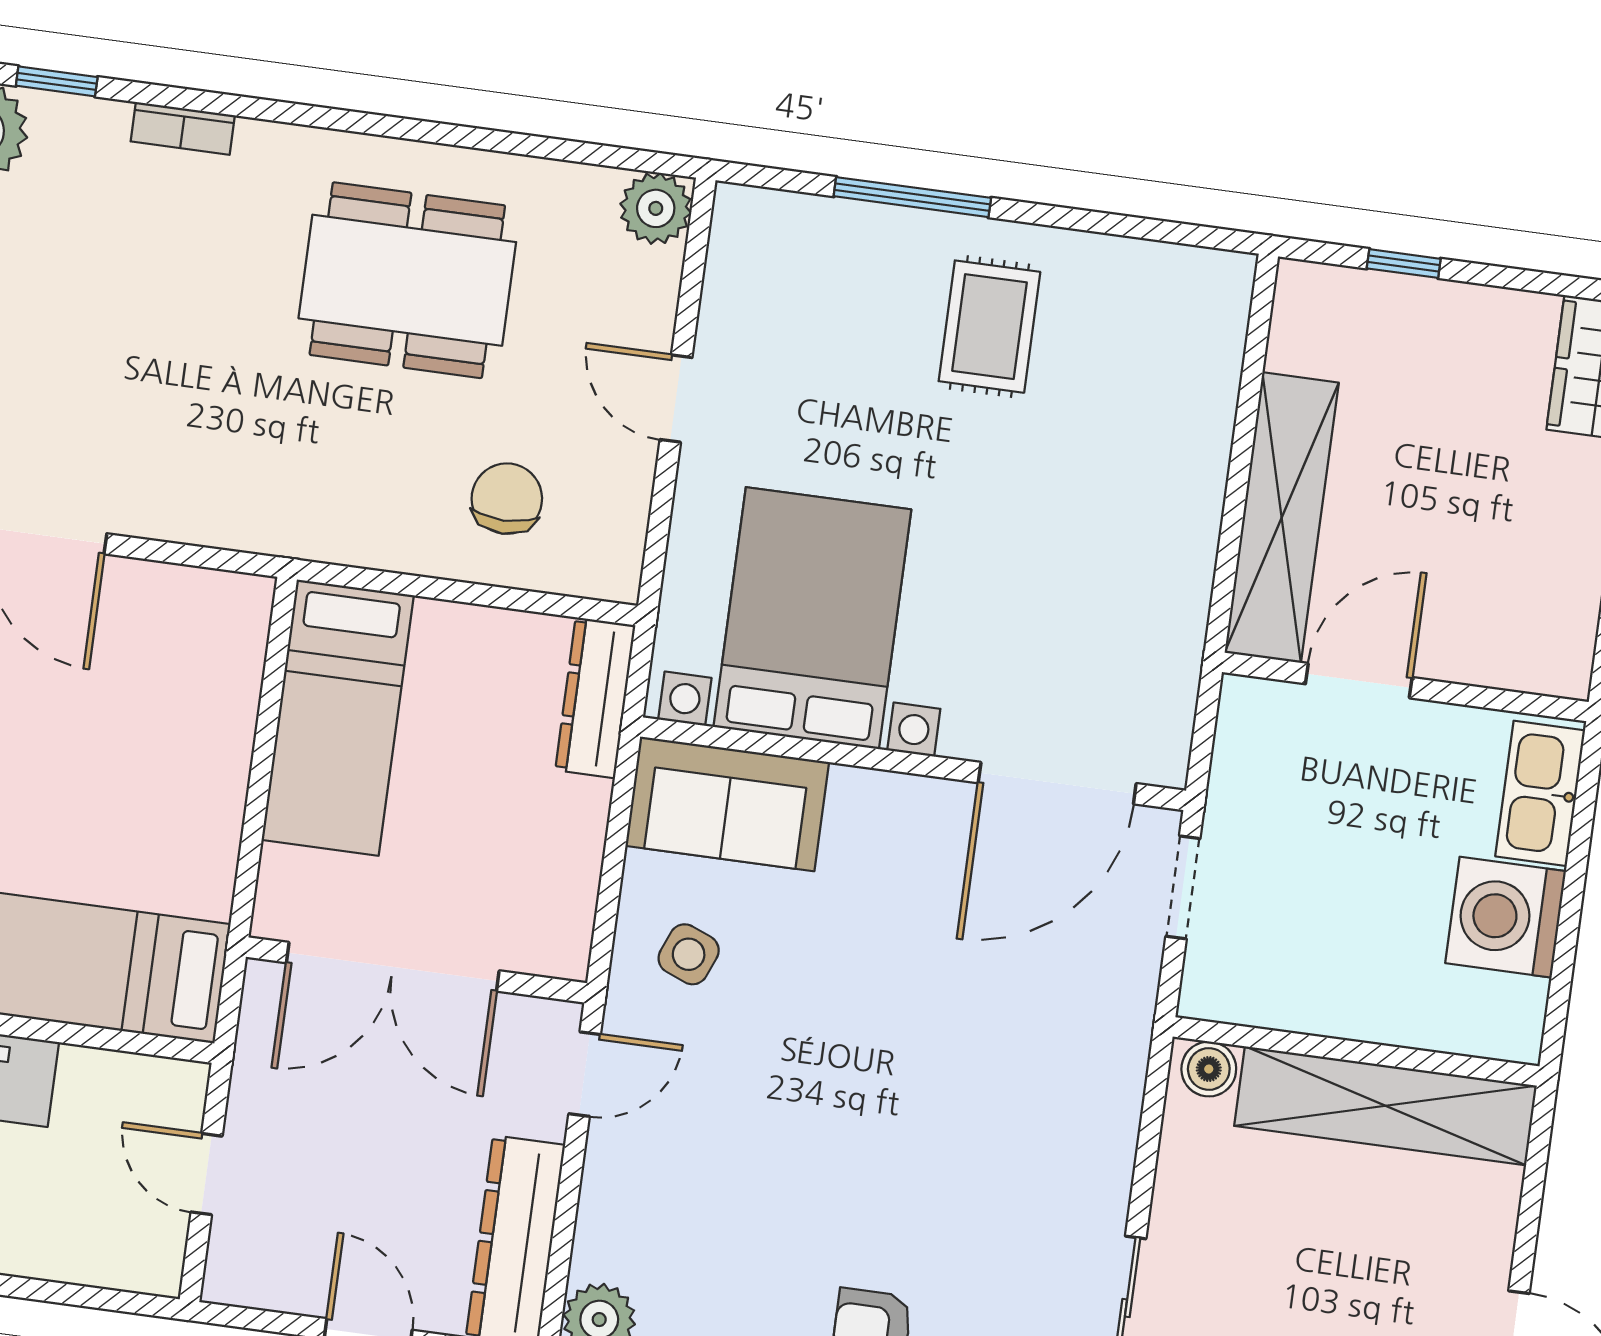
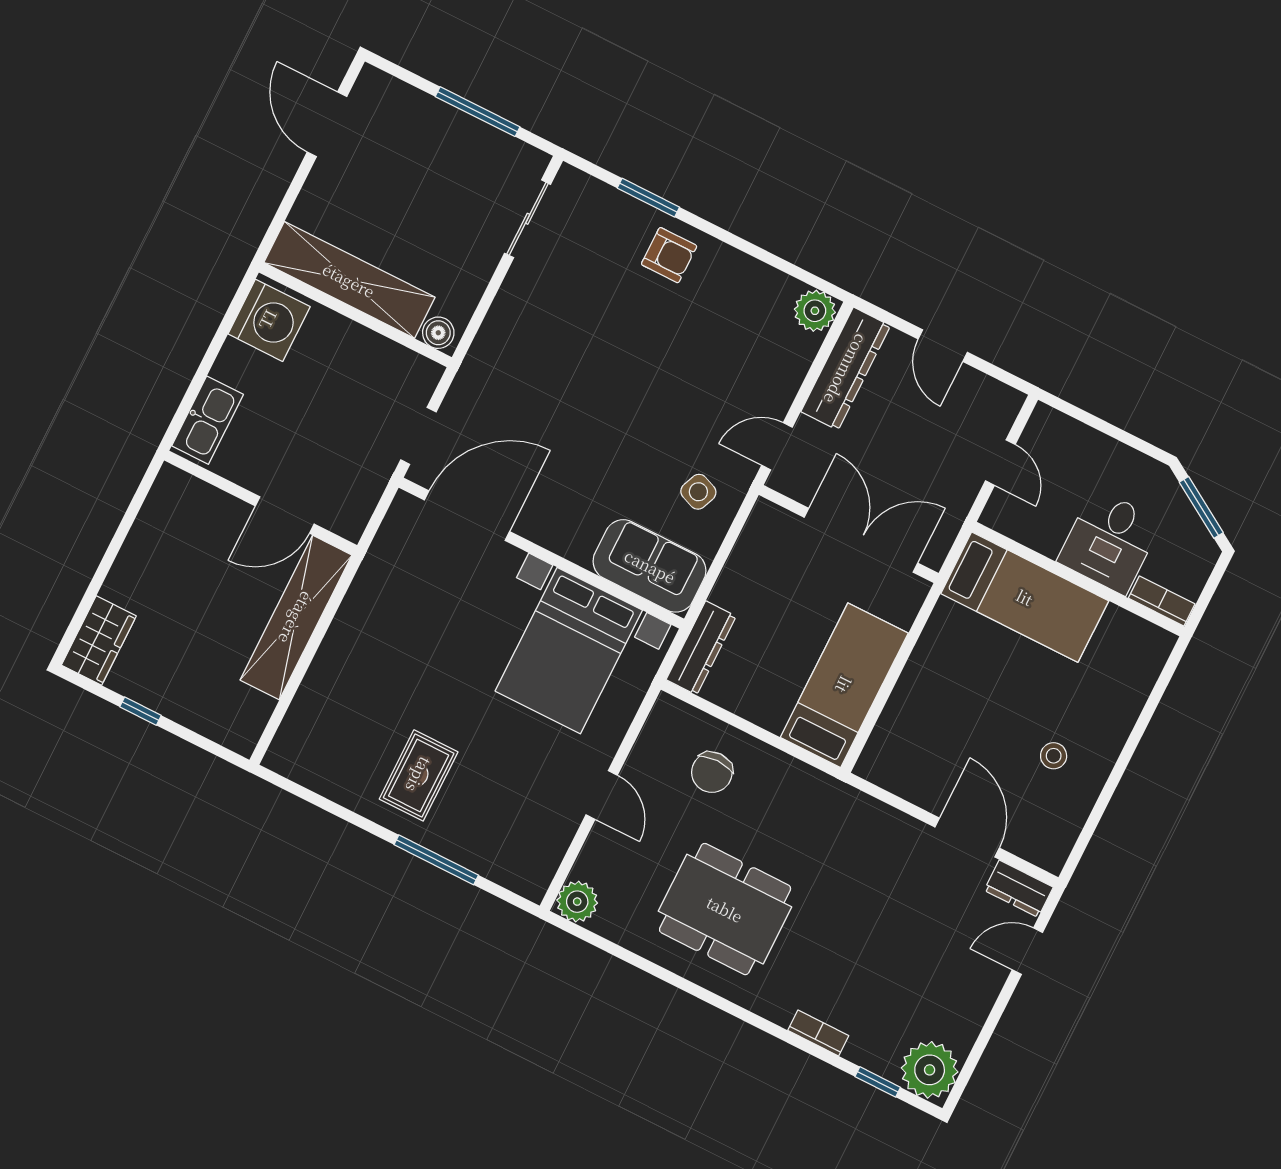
window: (1404, 264) -> (140, 711), moved
washing machine: (1506, 917) -> (269, 320), moved

